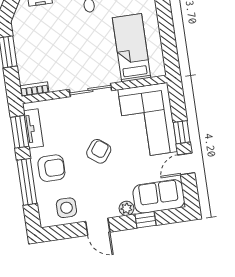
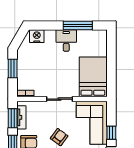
bed: (132, 48) -> (93, 77), width x1.50

